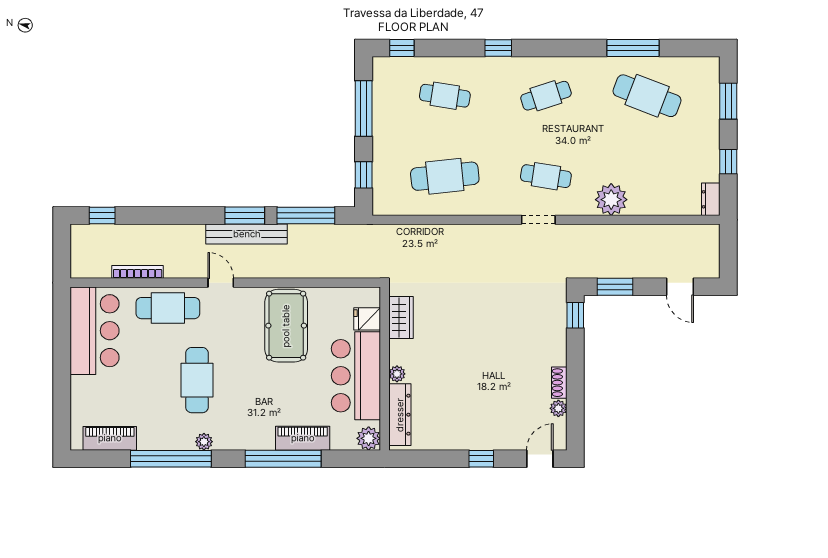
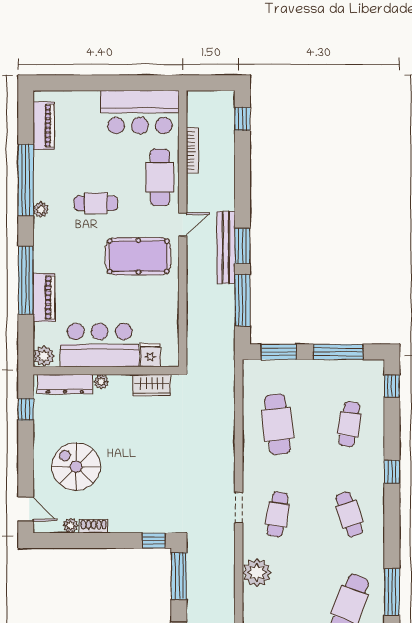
window: (364, 175) -> (279, 352), width x1.50
window: (615, 287) -> (179, 576), width x1.44
pool table: (286, 326) -> (138, 256), moved
cafe table: (197, 380) -> (96, 203), width x0.73, depth x0.74
spiral stairs: (492, 402) -> (76, 467), added
window: (481, 459) -> (26, 409), moved

